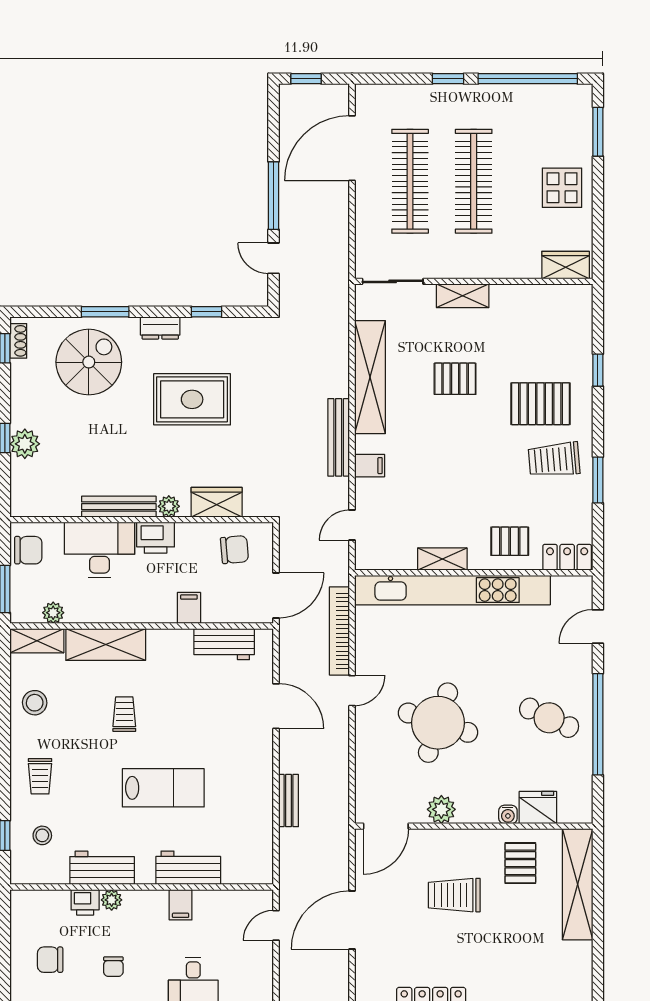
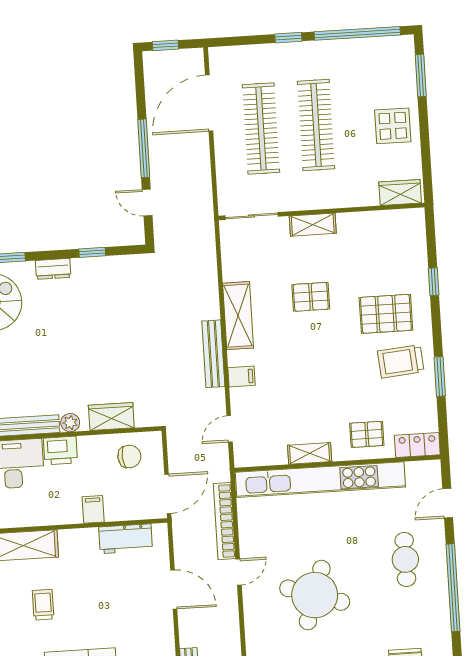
shelving: (370, 377) -> (238, 316), width x0.68
rug: (192, 399) -> (84, 329), removed
cafe table: (549, 718) -> (405, 559), moved, turned 65

